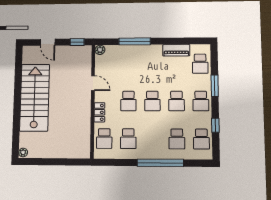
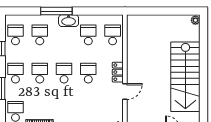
door: (93, 83) -> (125, 92), swing flipped
locker: (99, 112) -> (118, 72), moved
washbasin: (148, 153) -> (69, 21), added
window: (160, 163) -> (56, 11), width x0.68

